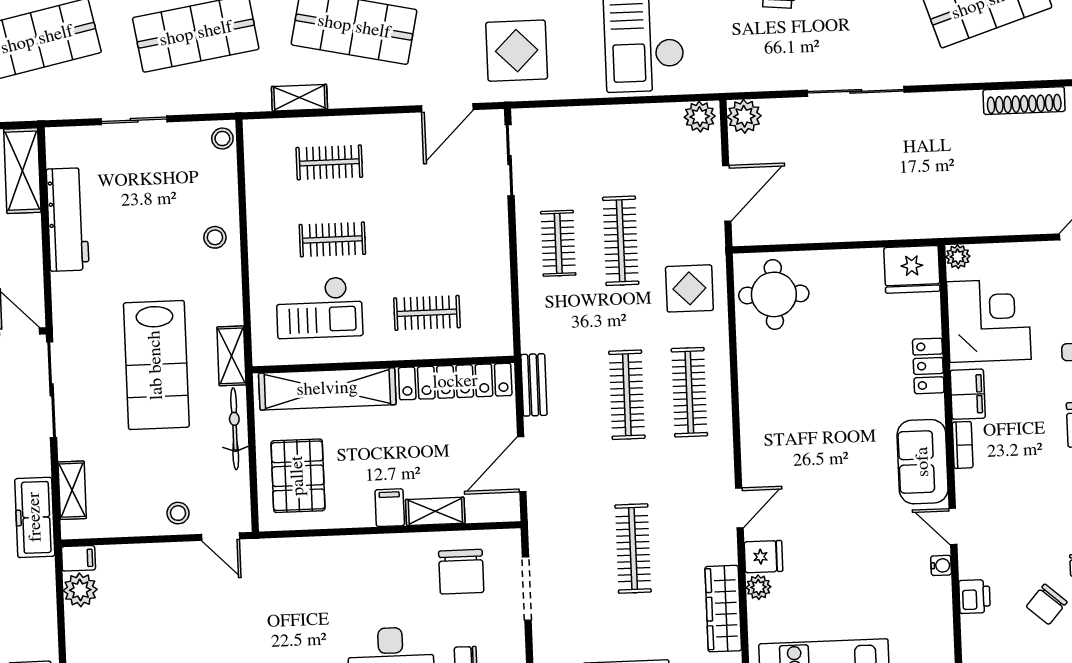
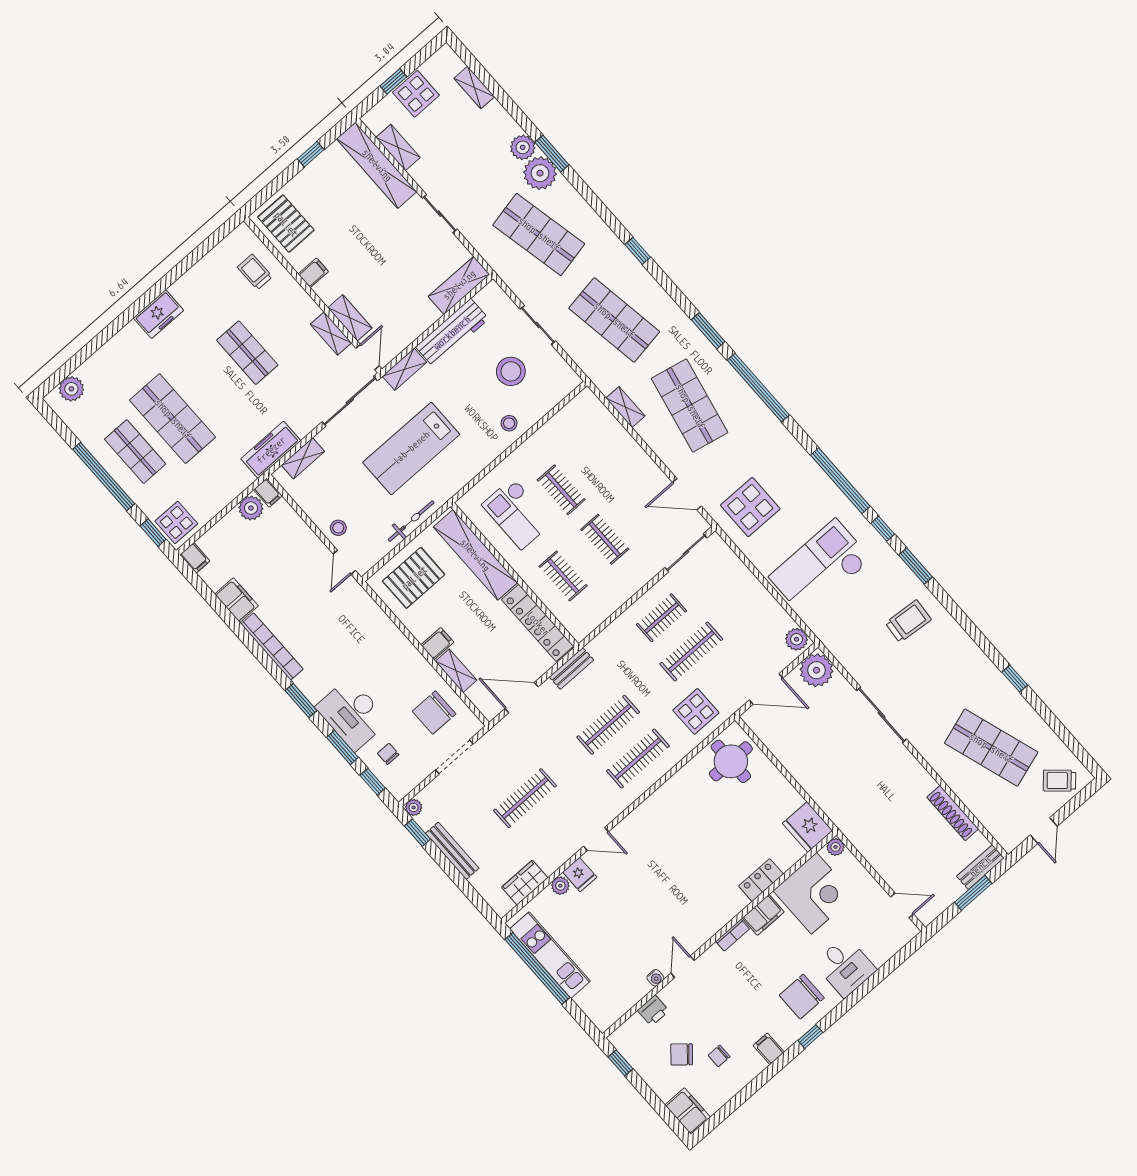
plant: (744, 116) -> (816, 670), width x1.36, depth x1.36
stool: (222, 138) -> (511, 371), moved, width x1.89, depth x1.89
clothes rail: (329, 162) -> (605, 539), moved
shelving: (231, 356) -> (404, 369), moved
sofa: (923, 462) -> (705, 920), removed
wardrobe: (723, 609) -> (525, 883), width x0.67

